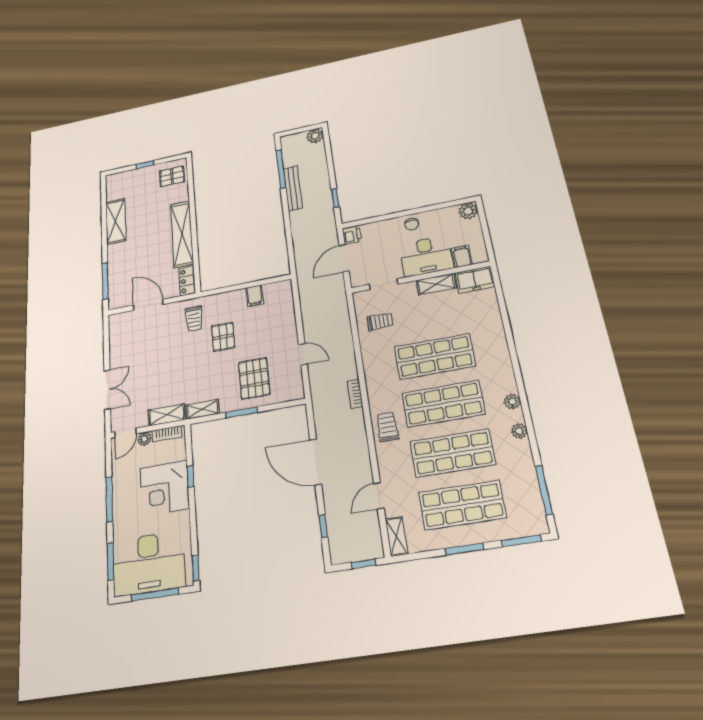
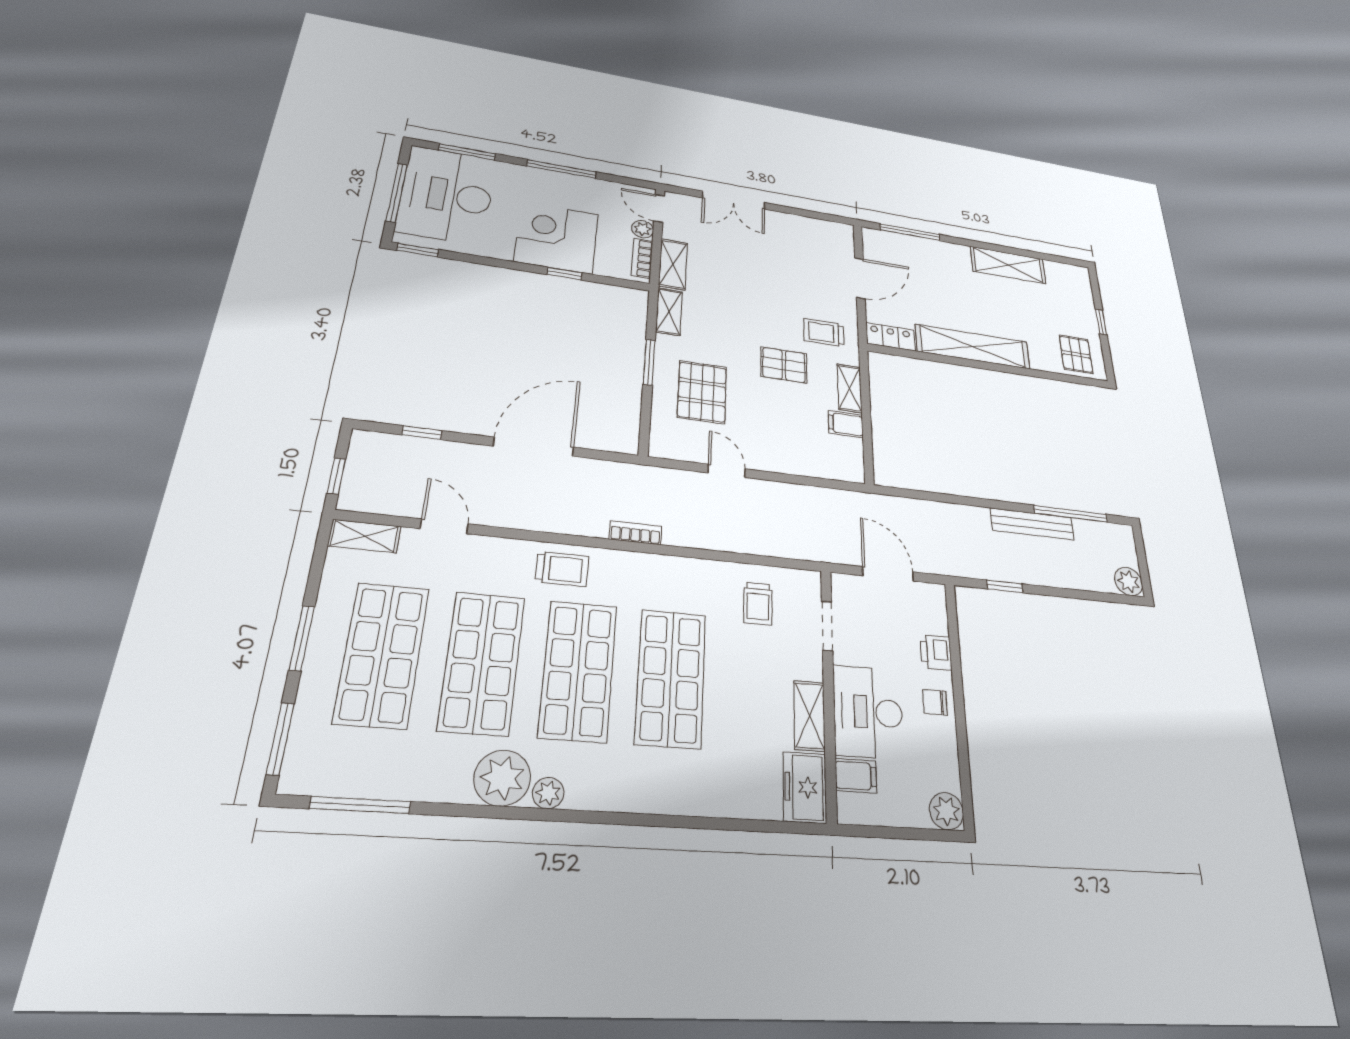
printer: (352, 235) -> (936, 652), moved, turned 90
shelving: (230, 298) -> (850, 388), added
door: (303, 354) -> (727, 471), swing flipped
pallet: (254, 378) -> (702, 392), turned 90
plant: (519, 431) -> (502, 778), width x1.88, depth x1.88

